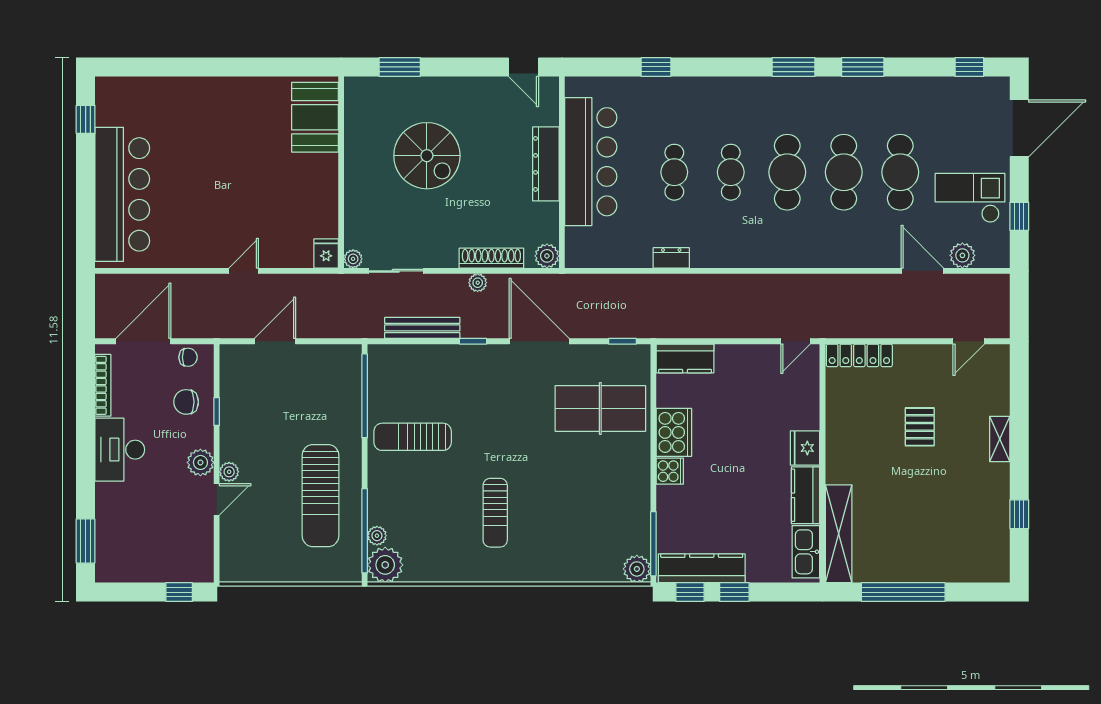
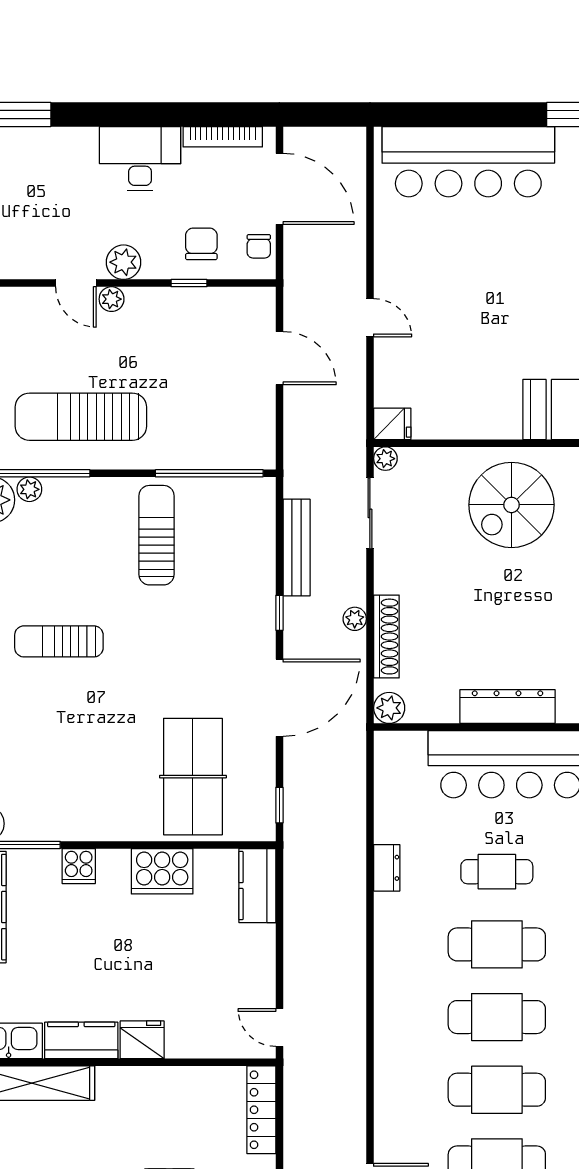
spiral stairs: (427, 156) -> (511, 505), moved
cafe table: (731, 172) -> (497, 944), width x1.37, depth x1.35
cooker: (670, 471) -> (79, 866), moved

